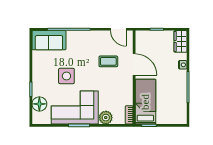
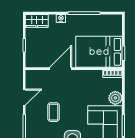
door: (118, 29) -> (24, 97), moved
coffee table: (108, 61) -> (54, 112), moved
bed: (145, 102) -> (99, 52), width x1.50

